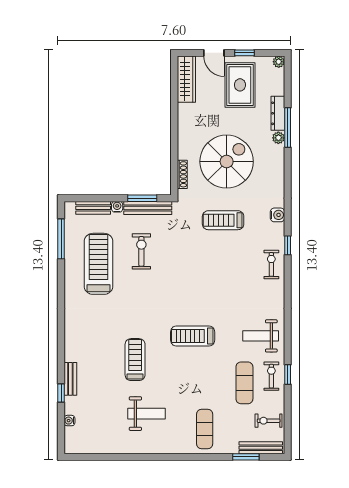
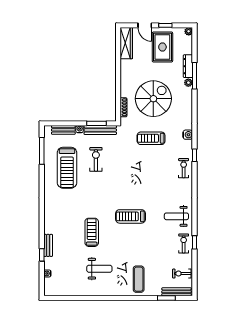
treadmill: (98, 264) -> (67, 168), turned 180
exercise mat: (244, 383) -> (165, 248), removed

